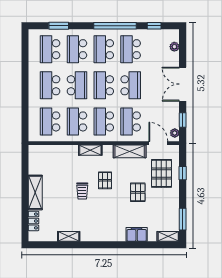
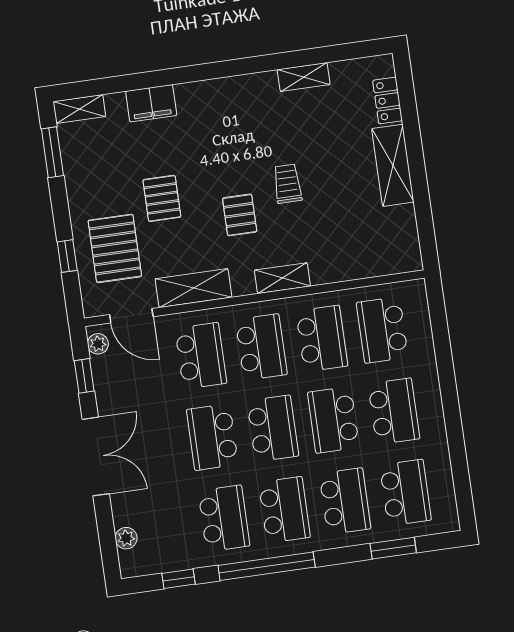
school desk: (50, 121) -> (382, 330), turned 180

